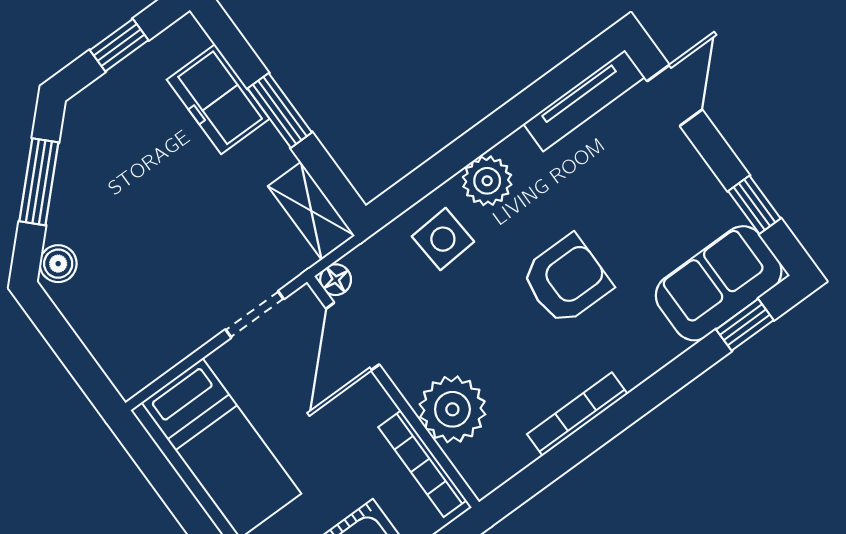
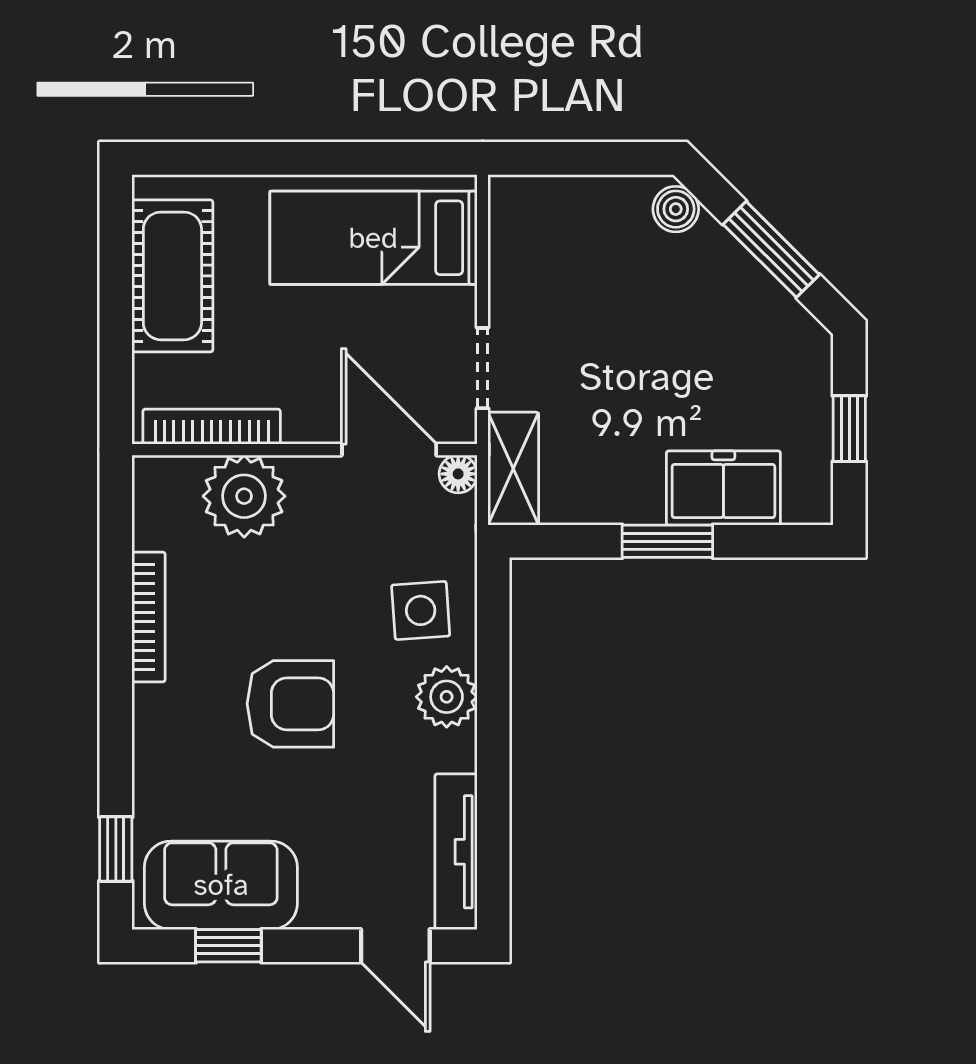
shelving: (311, 211) -> (513, 469), moved, turned 90
armchair: (566, 280) -> (290, 704), turned -90
sofa: (719, 283) -> (221, 885), moved, turned -90

